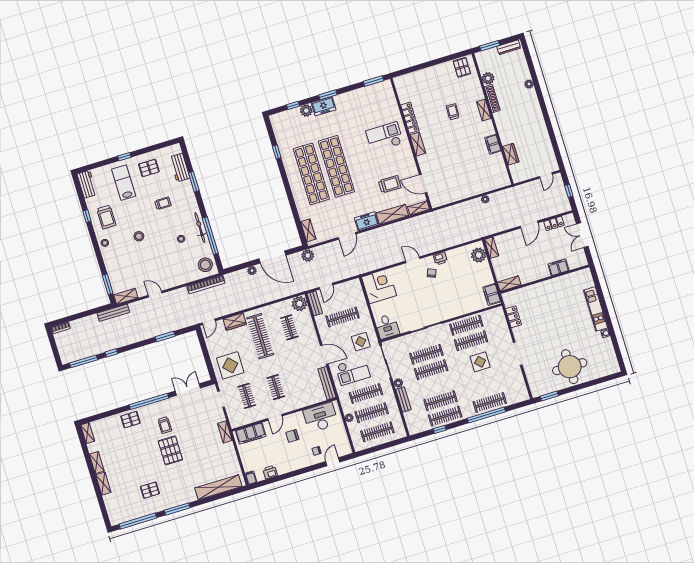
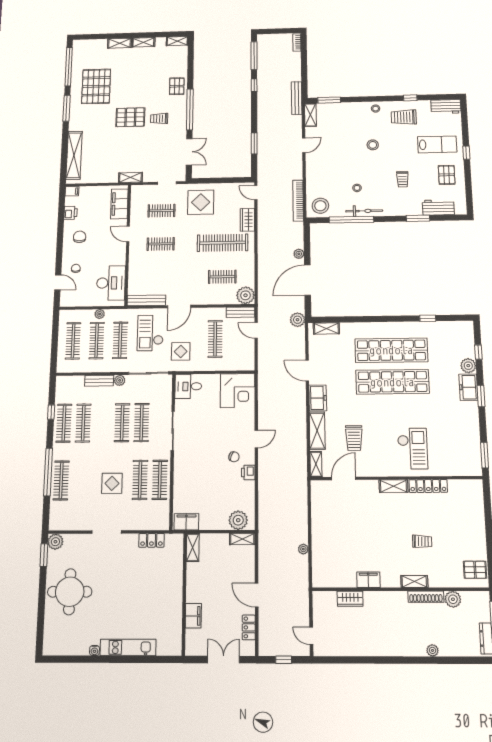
plant: (537, 391) -> (55, 542), added
chair: (292, 436) -> (80, 237), moved
pallet: (150, 490) -> (96, 86), width x2.05, depth x2.00

